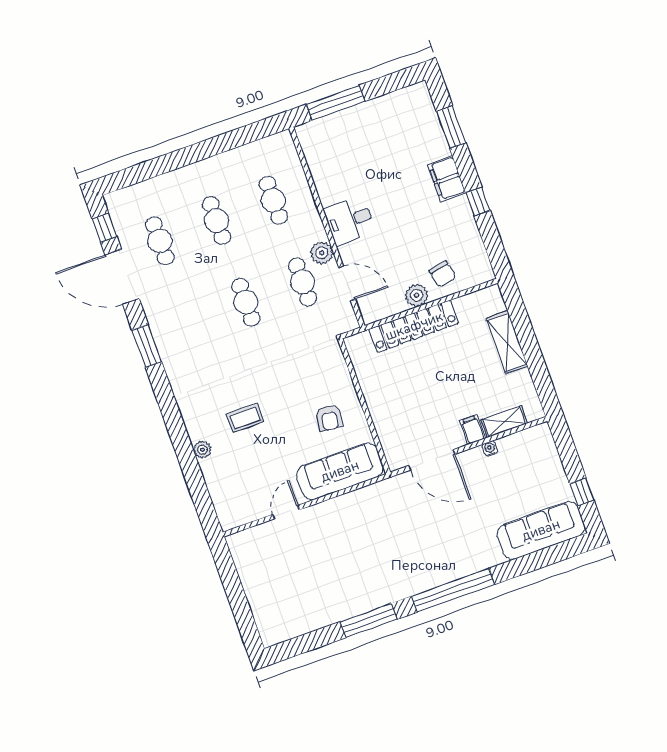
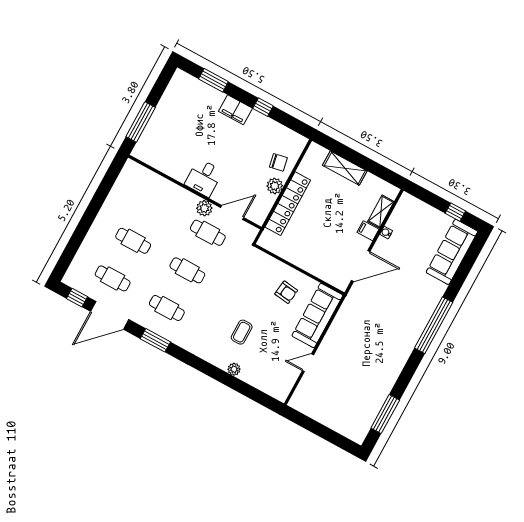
cafe table: (273, 200) -> (167, 308), moved
door: (286, 512) -> (308, 363), hinge flipped
window: (369, 620) -> (385, 414), moved

